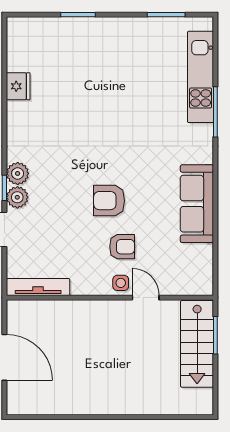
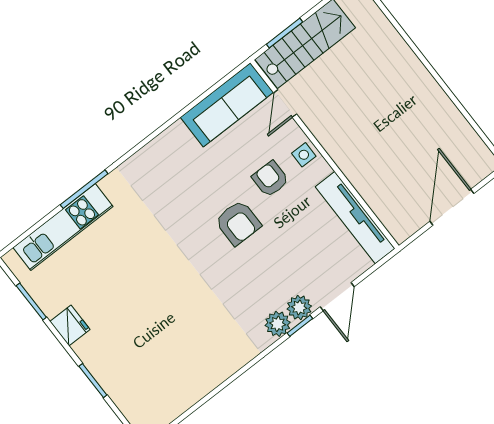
fridge: (18, 86) -> (70, 325), moved, turned 90
sofa: (197, 204) -> (227, 105), moved
tv unit: (38, 287) -> (355, 218), width x1.36, depth x1.29
door: (146, 298) -> (285, 104), moved

